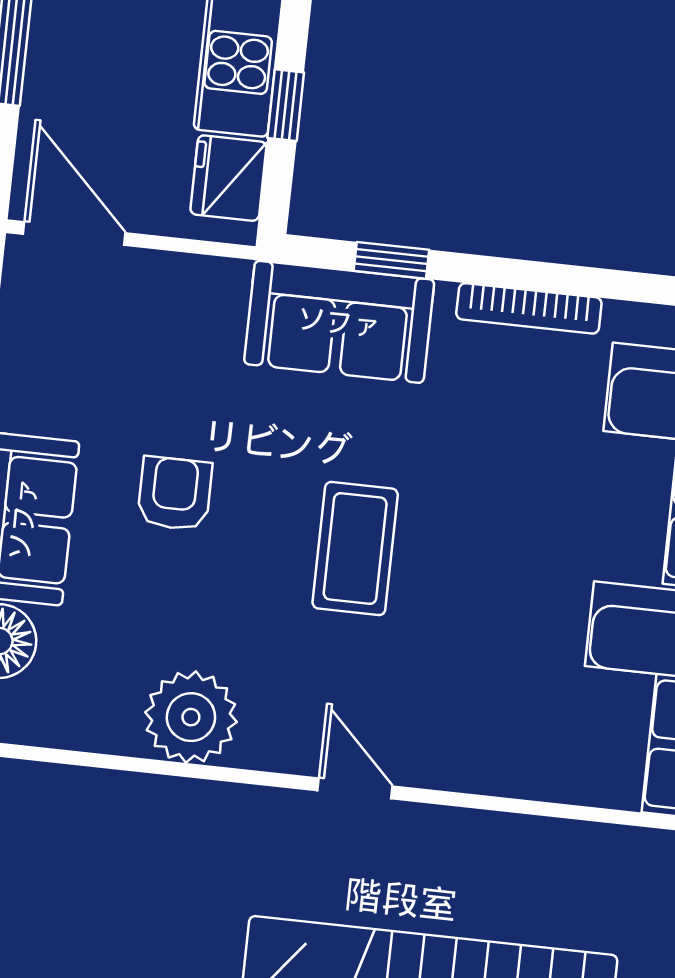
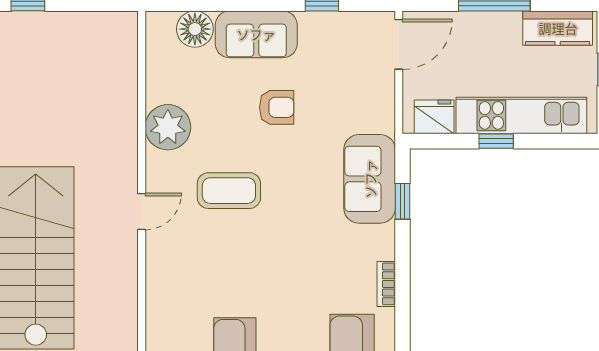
window: (286, 105) -> (496, 141), moved
bookcase: (529, 308) -> (386, 284), width x0.64
coffee table: (355, 549) -> (229, 191), moved

